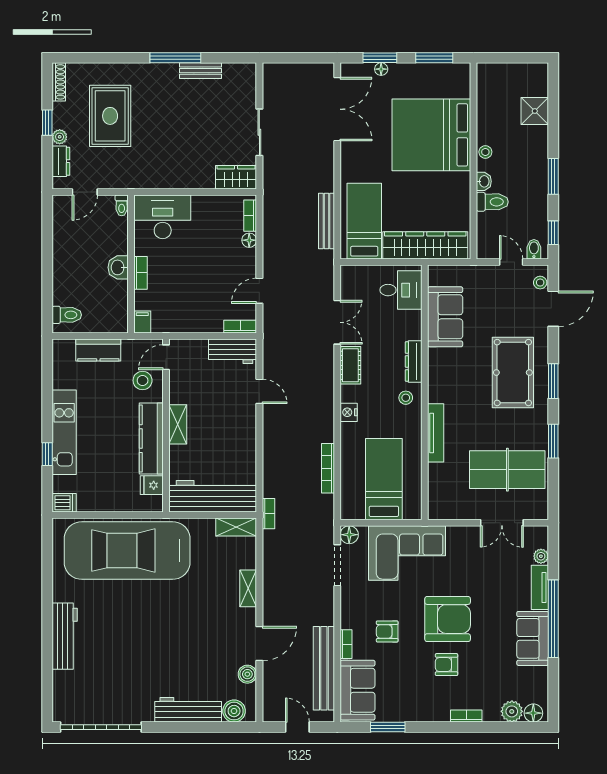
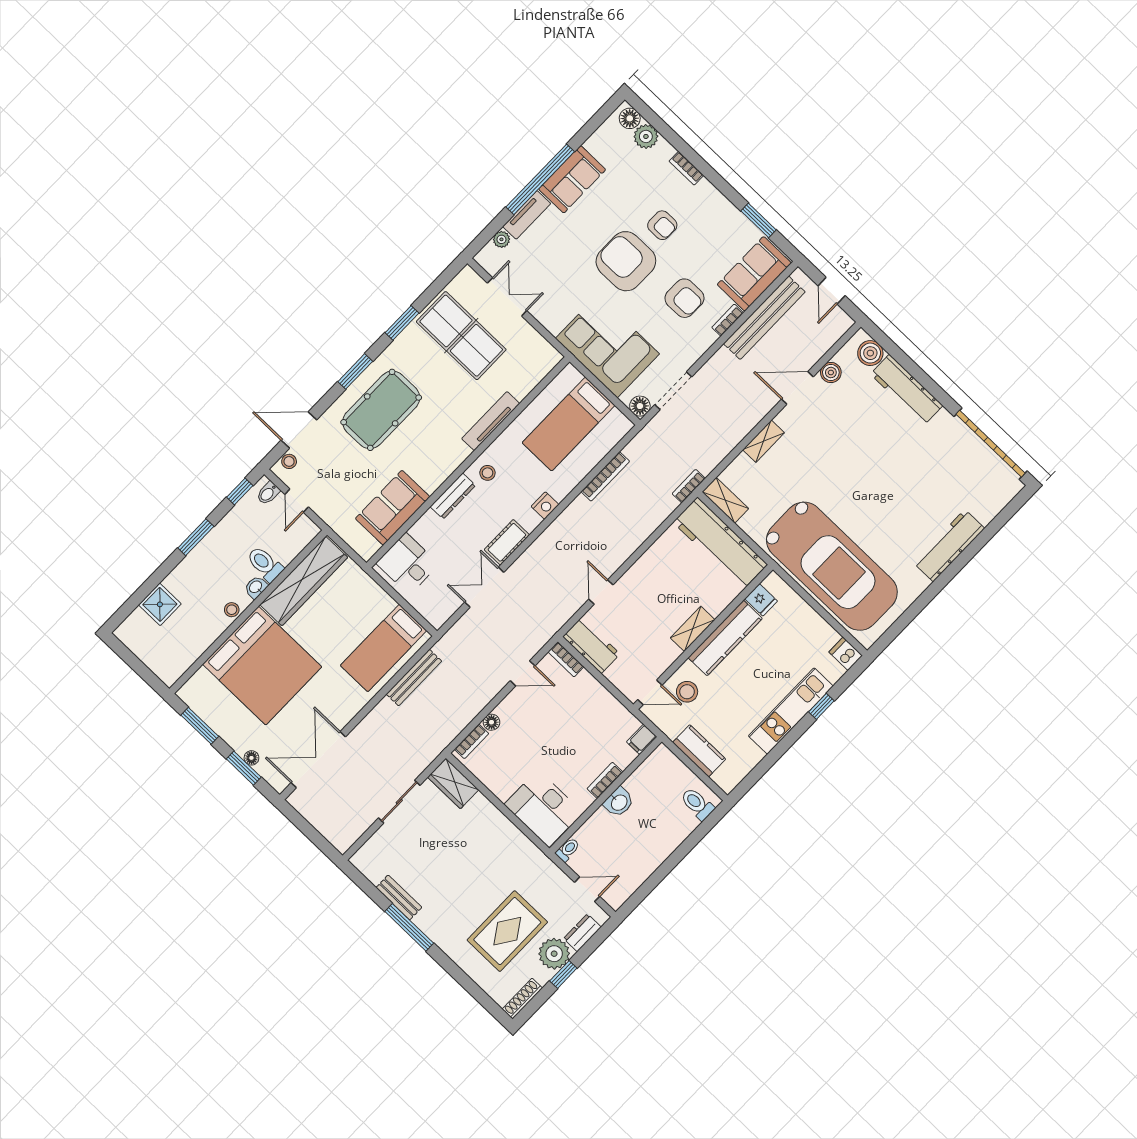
plant: (60, 137) -> (554, 954), width x1.88, depth x1.88
wardrobe: (425, 245) -> (304, 581), moved, turned -90
armchair: (387, 631) -> (684, 298), width x1.38, depth x1.38

